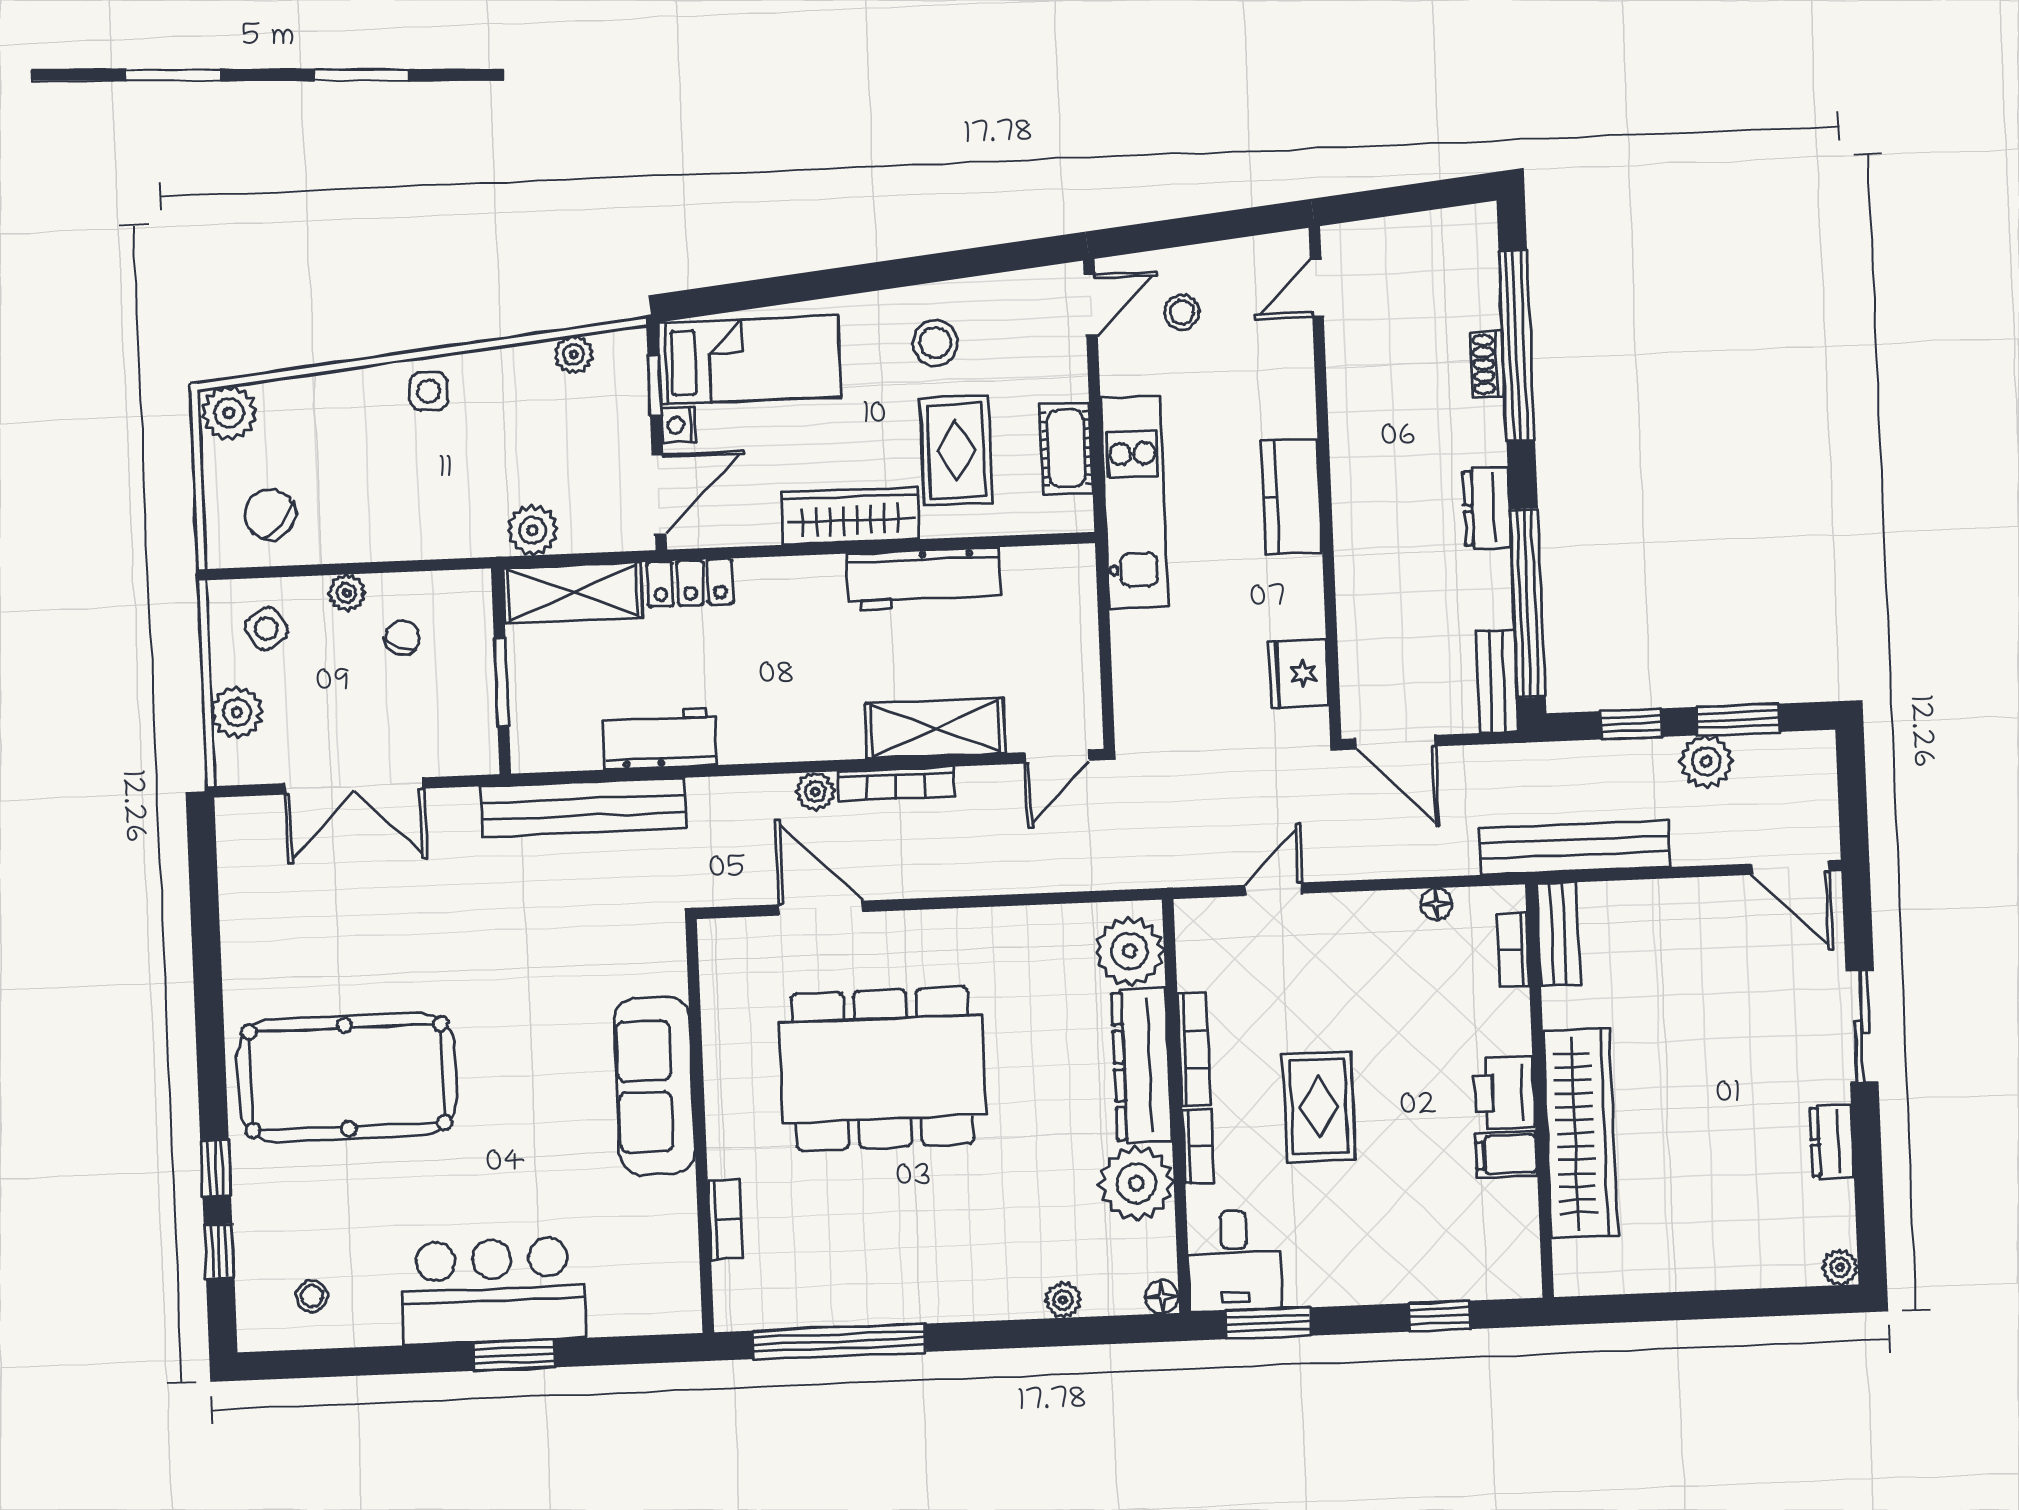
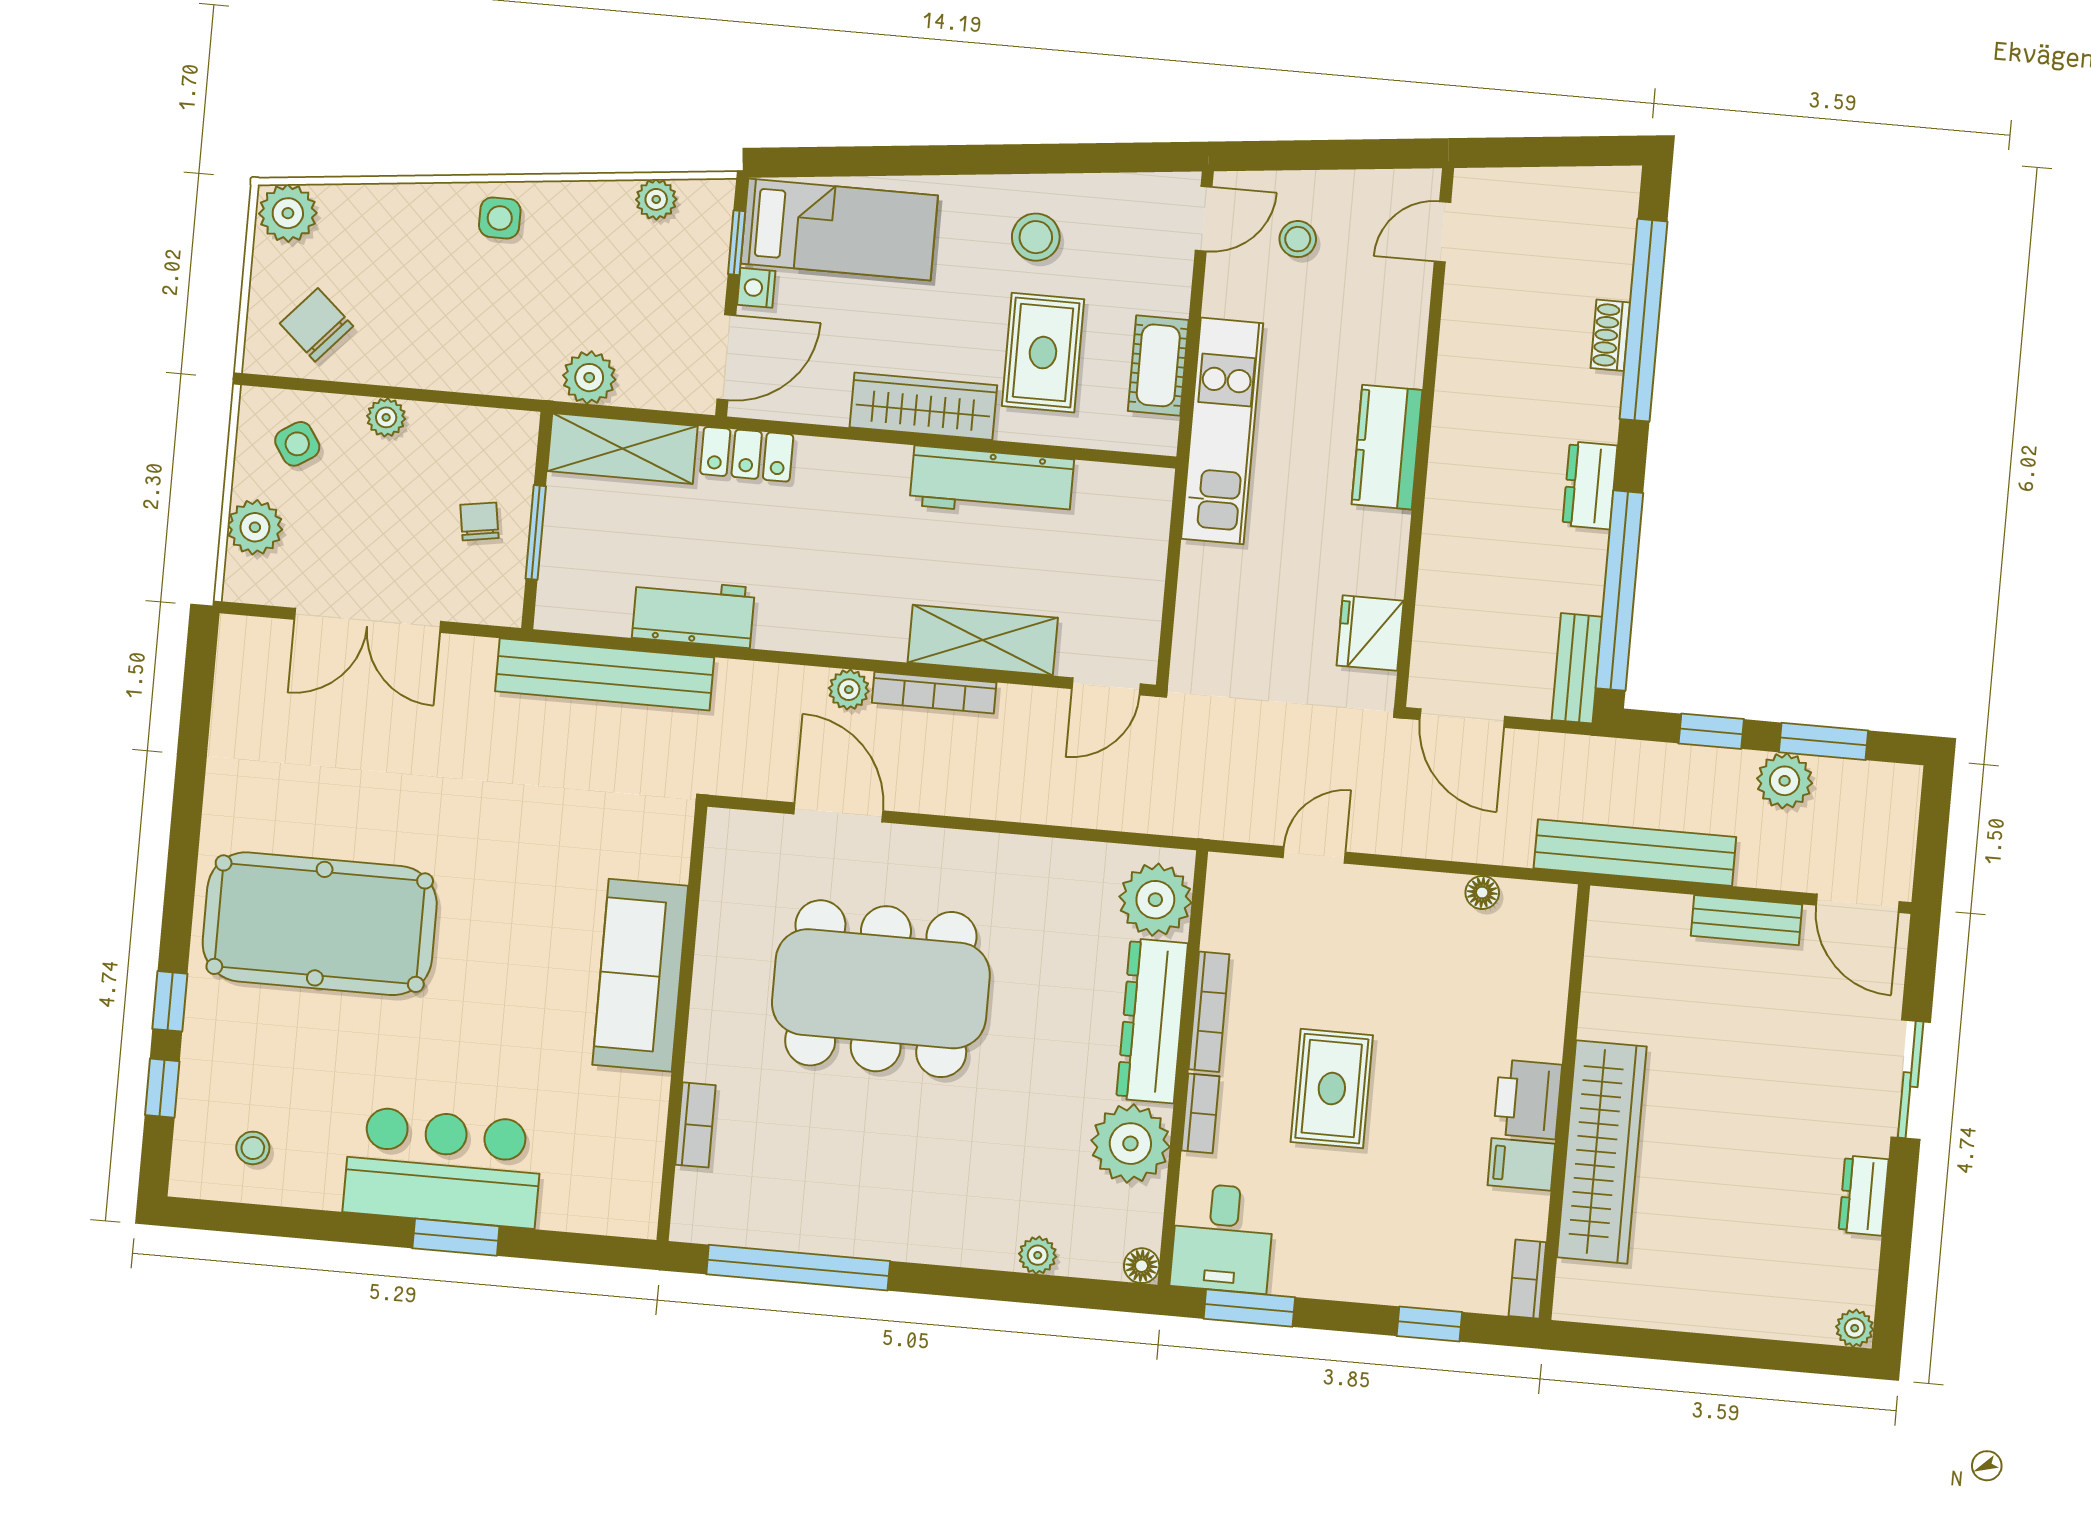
chair: (402, 637) -> (479, 521), moved, turned -31
bench: (1558, 934) -> (1747, 920), moved, turned 90
bookcase: (1513, 950) -> (1527, 1279), moved

